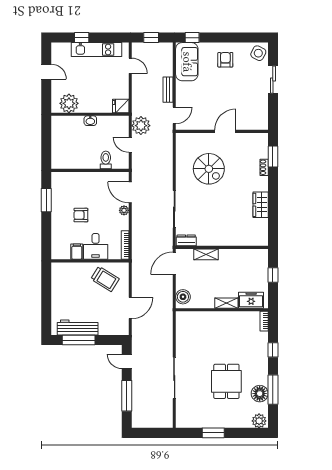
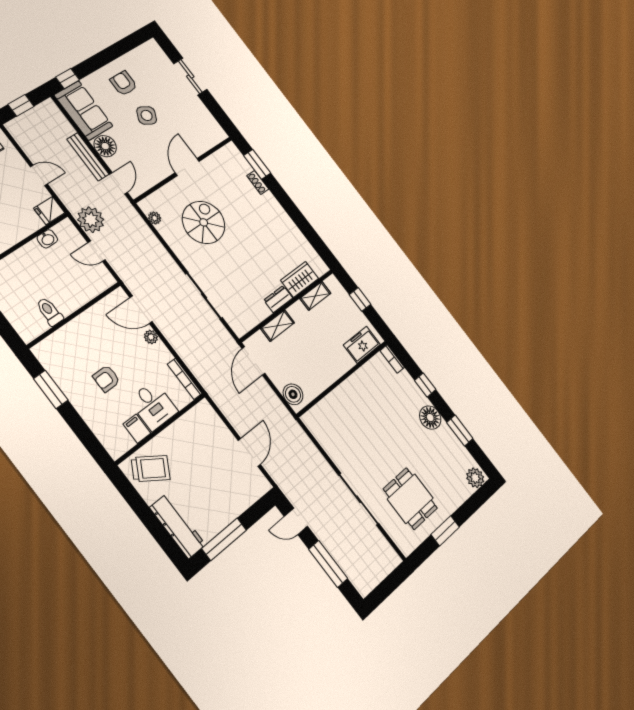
side table: (258, 53) -> (147, 115), moved
door: (130, 66) -> (39, 175), moved
bench: (168, 90) -> (88, 157), width x1.36
floor lamp: (184, 90) -> (105, 146), added
washbasin: (90, 121) -> (47, 239), moved
plant: (180, 148) -> (155, 218), added
toilet: (106, 160) -> (50, 312), moved
spiral stairs: (209, 169) -> (204, 222), turned -90
wardrobe: (261, 205) -> (300, 279), moved, turned 90
dresser: (186, 240) -> (278, 299), moved
trolley: (105, 279) -> (151, 469), moved
shelving: (226, 303) -> (315, 296), moved
workbench: (78, 328) -> (178, 526), moved, turned 90
dining table: (226, 381) -> (410, 499), moved
window: (273, 390) -> (460, 430), width x0.69
floor lamp: (260, 394) -> (430, 418), moved

